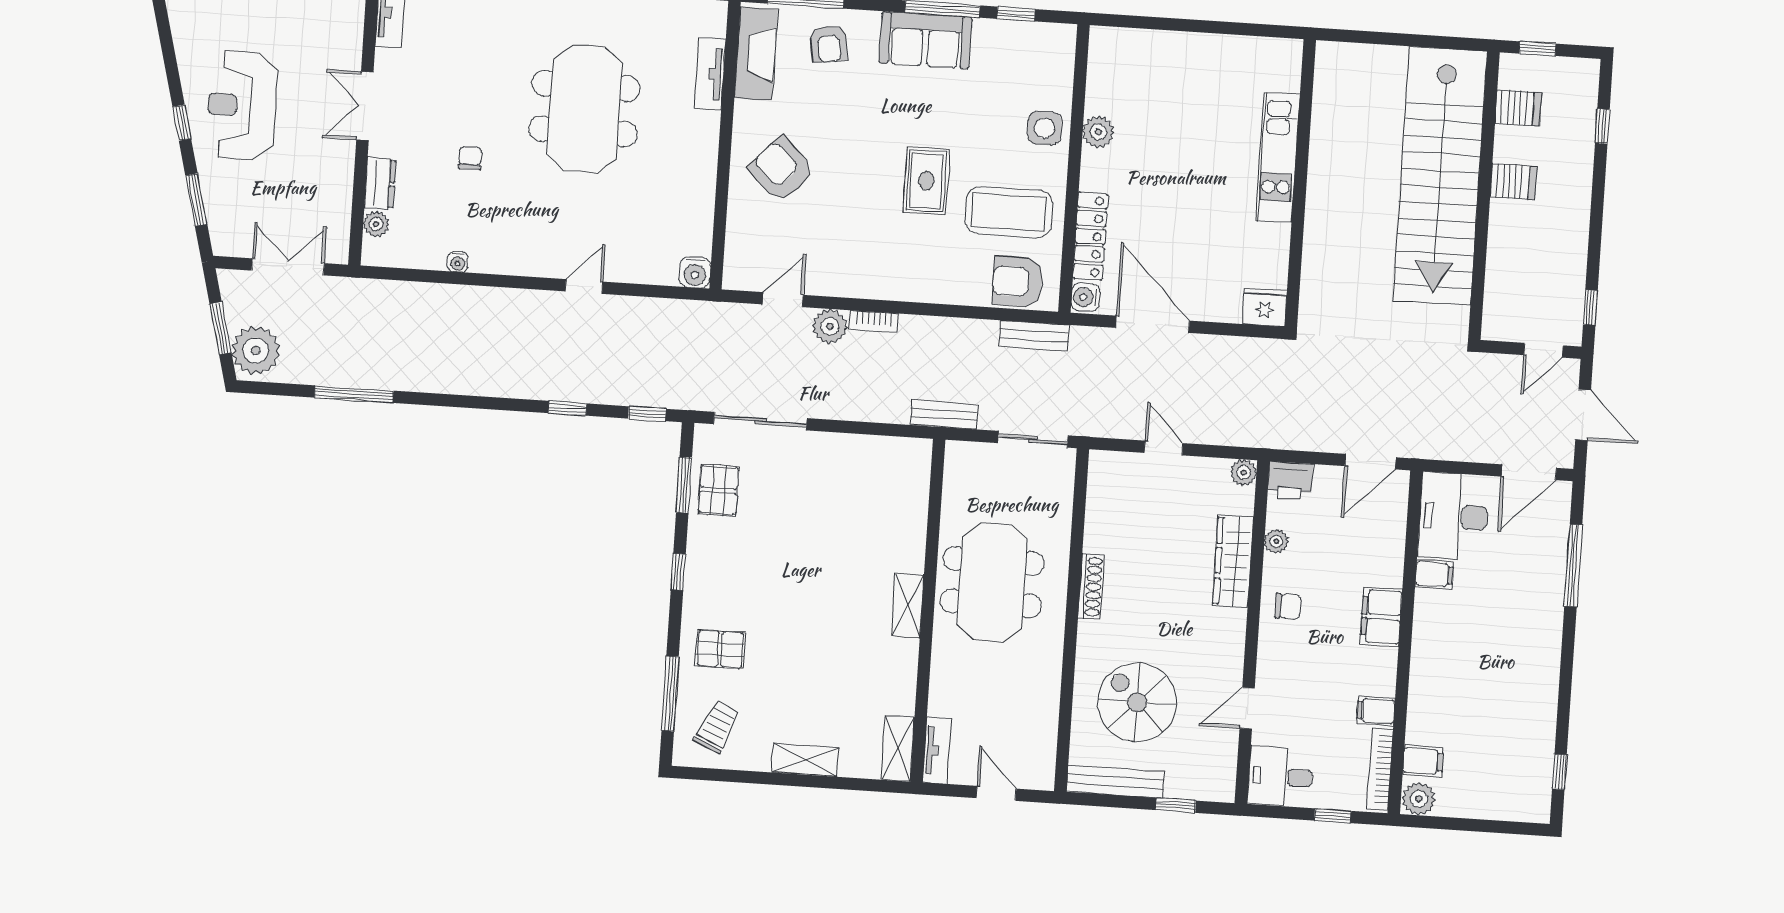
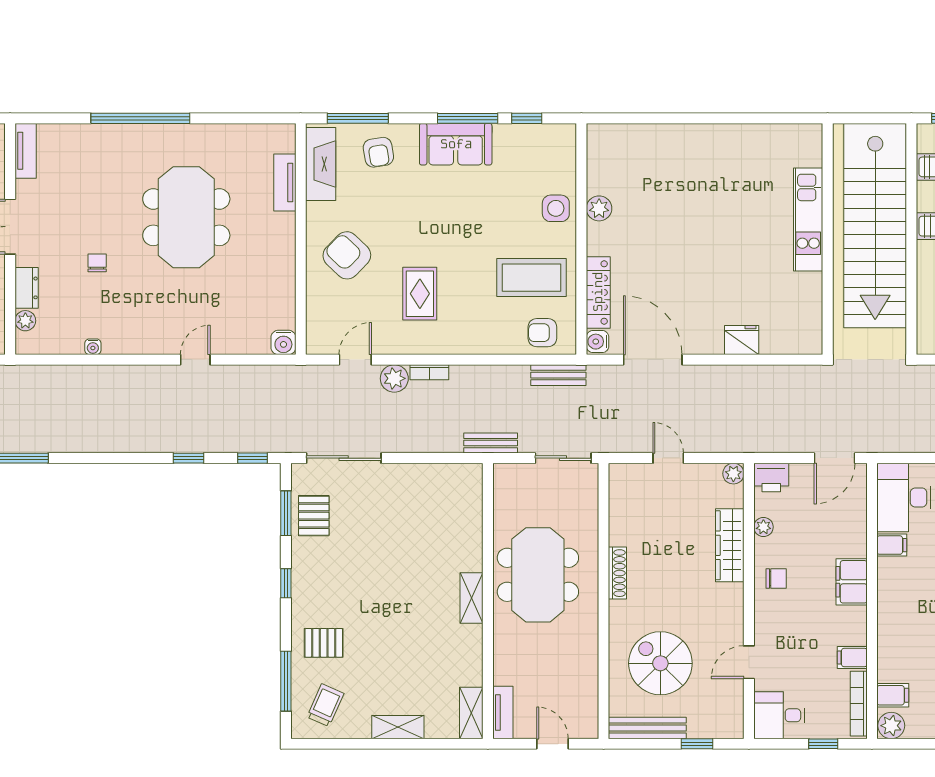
kitchen unit: (1278, 158) -> (808, 219), moved
rug: (926, 181) -> (420, 294), moved
wall: (1300, 183) -> (828, 239), moved
armchair: (1018, 282) -> (542, 333), width x0.72, depth x0.72

